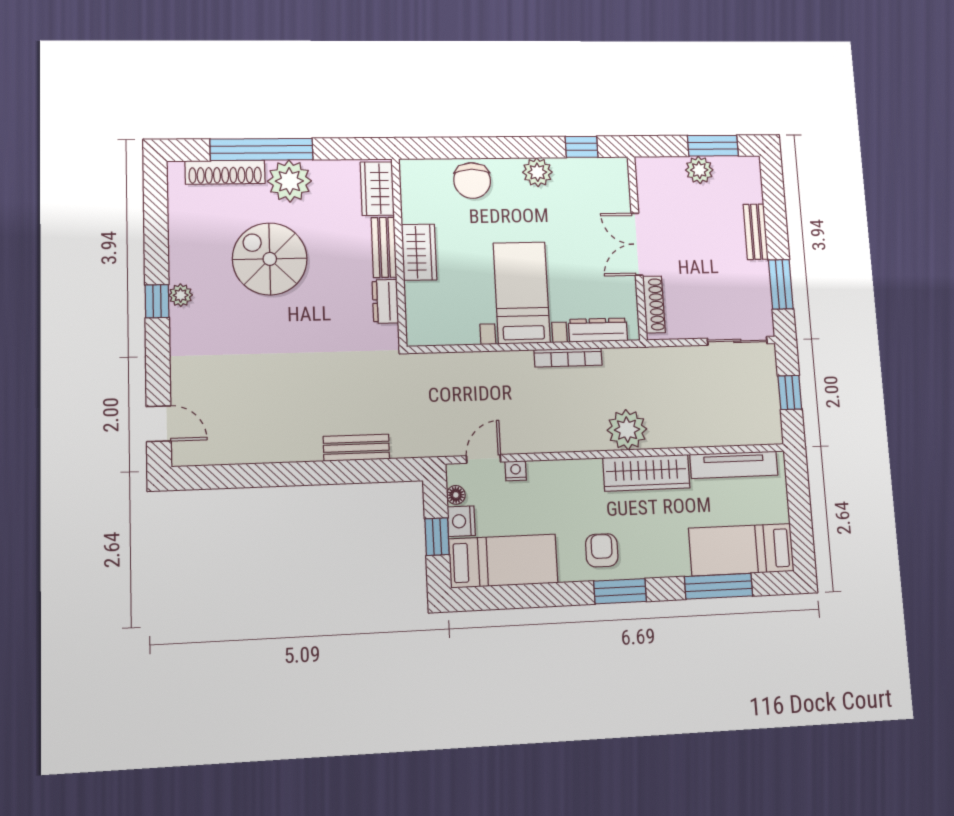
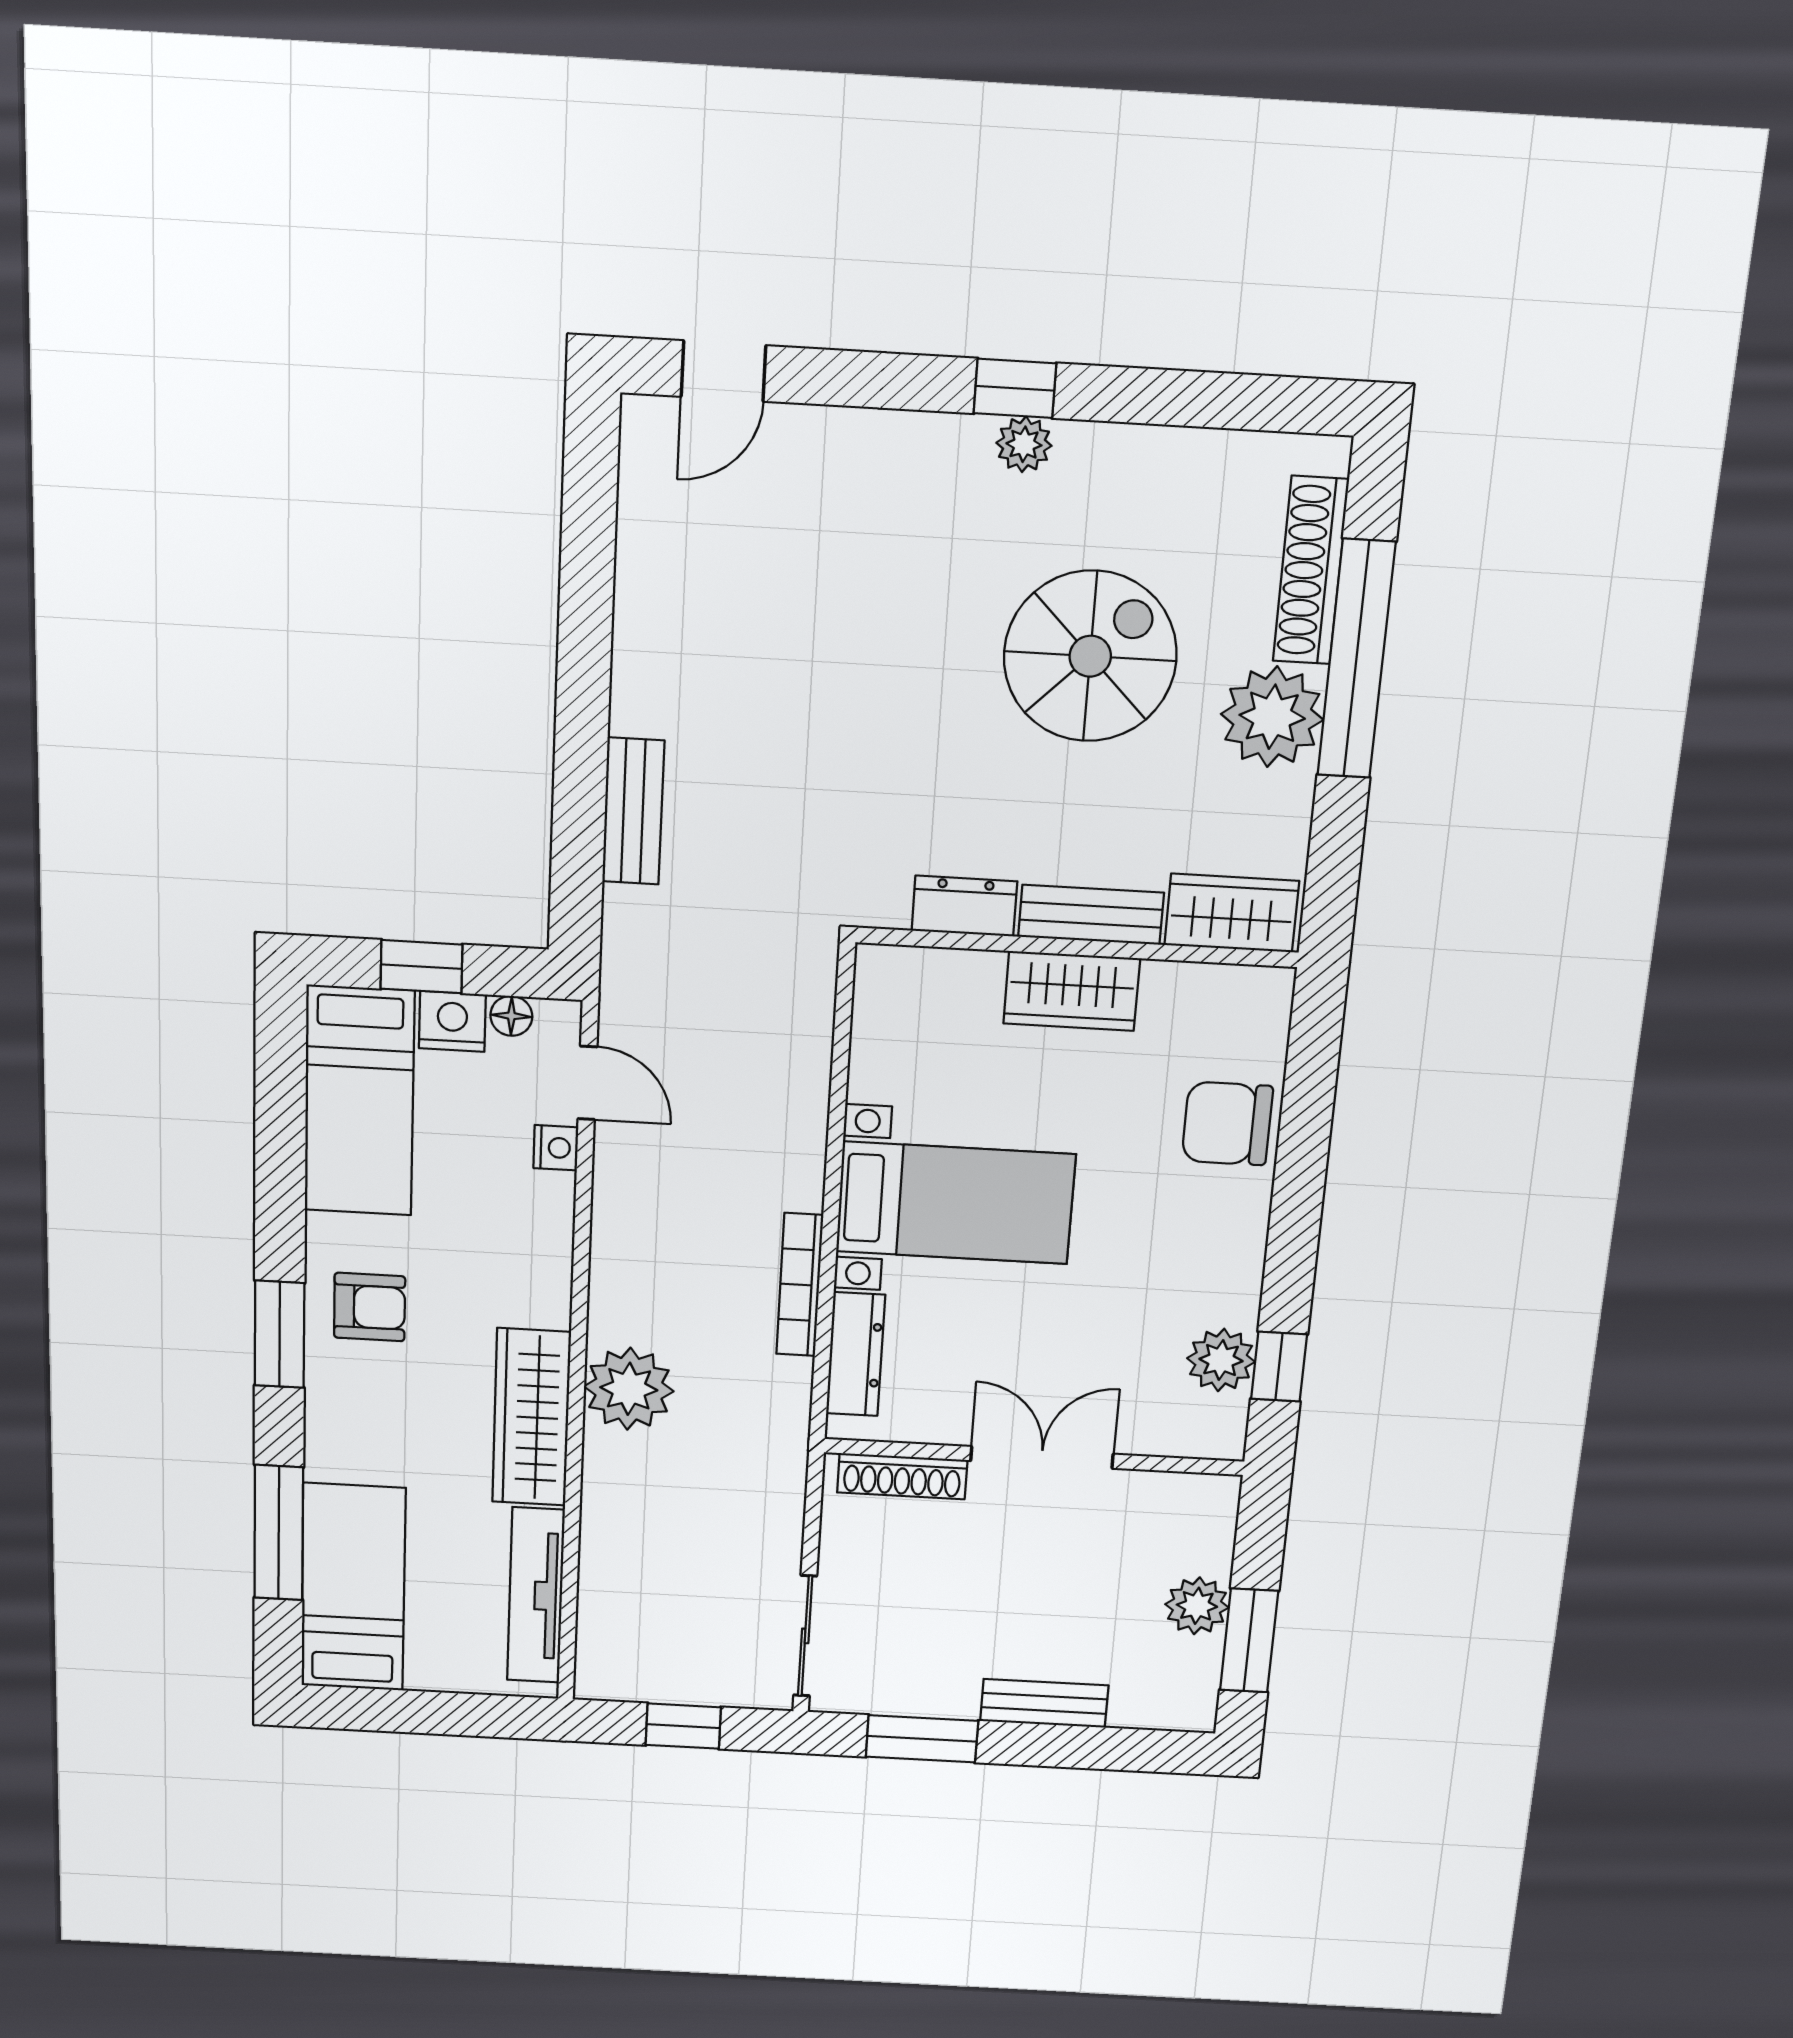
plant: (537, 172) -> (1221, 1360), moved

